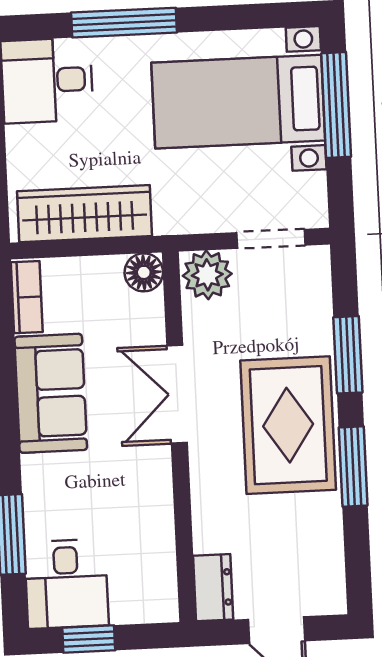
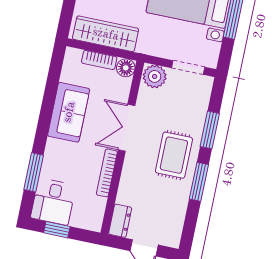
bookcase: (27, 297) -> (99, 60), moved, turned 90
rug: (288, 425) -> (174, 155), width x0.73, depth x0.70
bookcase: (161, 497) -> (107, 173), added

